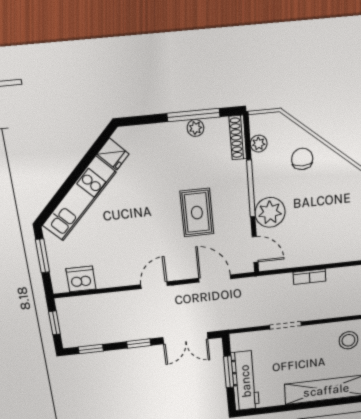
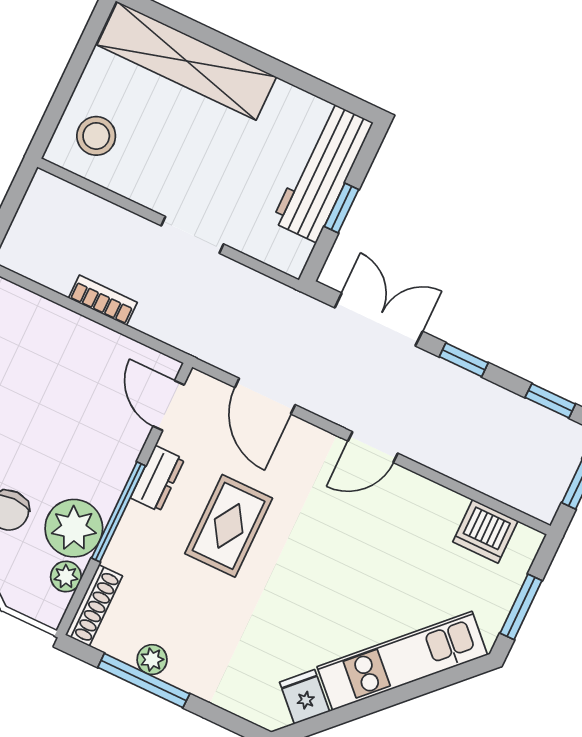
plant: (270, 212) -> (74, 528), moved
dresser: (242, 214) -> (157, 479), added
window: (229, 372) -> (342, 208), width x0.67

